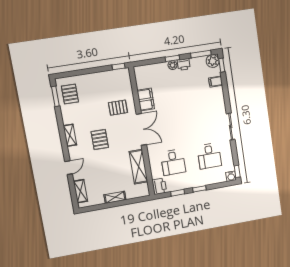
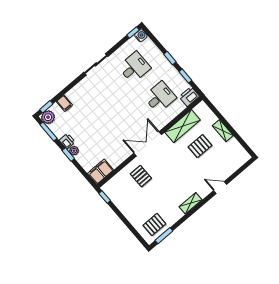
filing cabinet: (146, 100) -> (100, 172), moved
pallet: (100, 140) -> (200, 146), moved
shelving: (80, 191) -> (235, 165), removed

